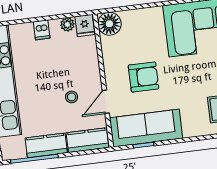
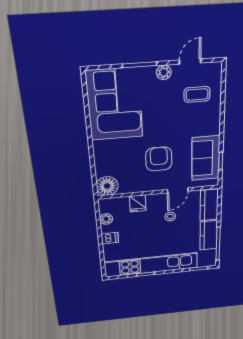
fridge: (85, 26) -> (138, 203), moved, turned 90
door: (106, 102) -> (178, 190), hinge flipped
sofa: (146, 128) -> (206, 158), width x0.73

